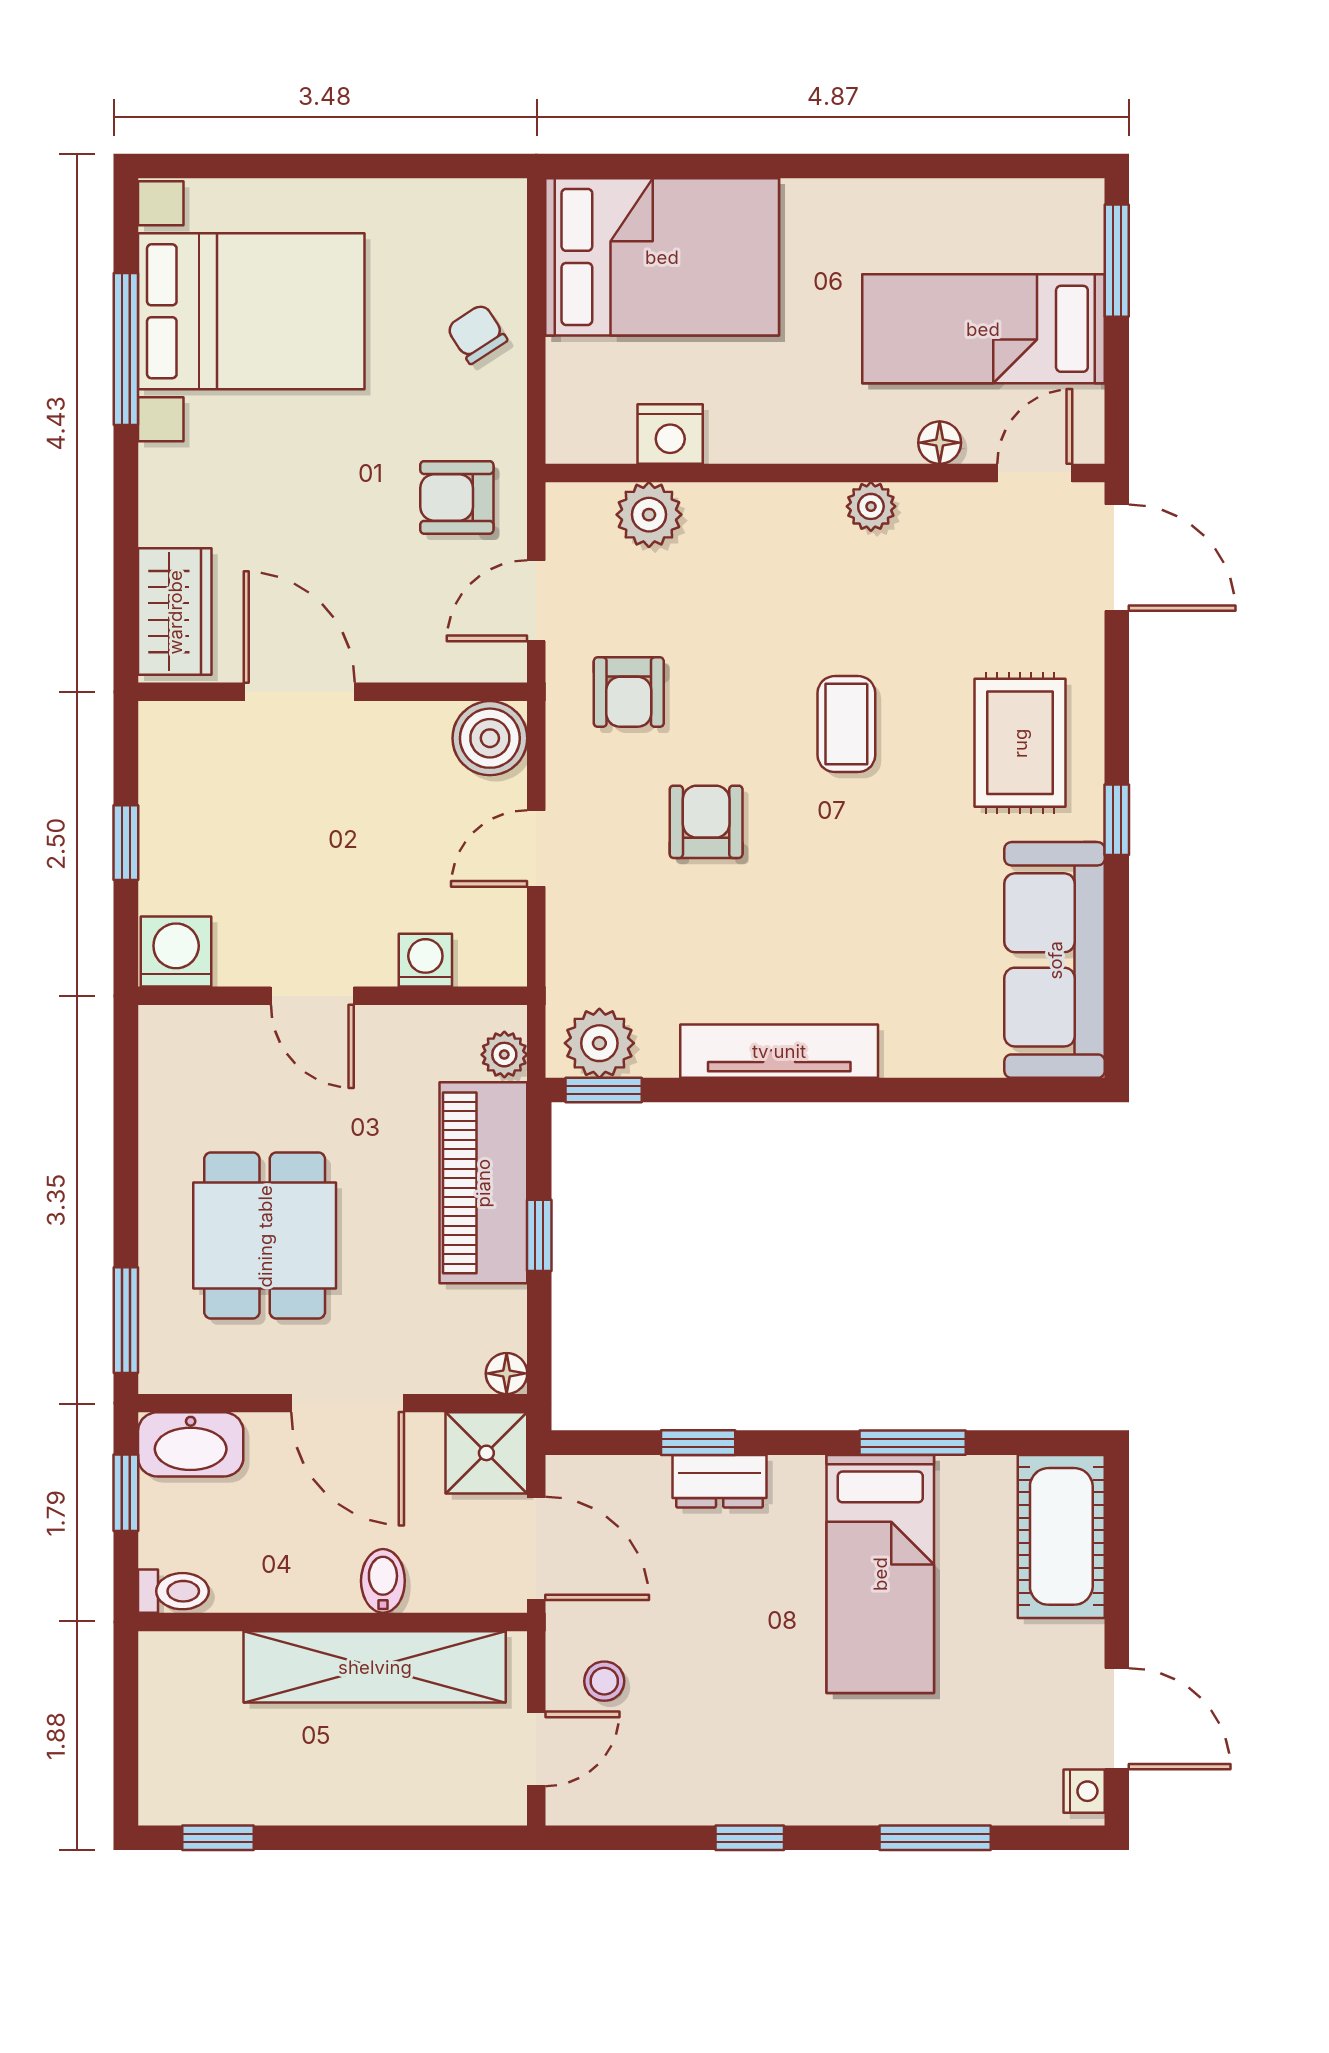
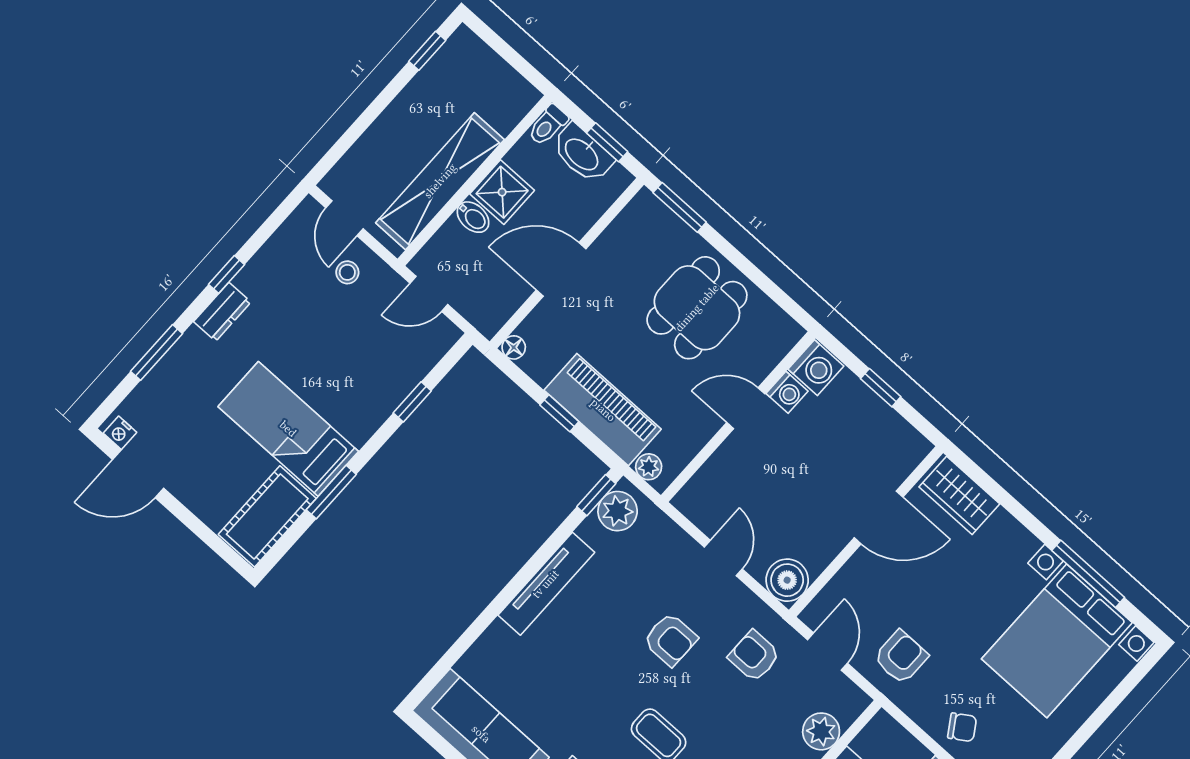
washing machine: (425, 960) -> (787, 392), moved
dining table: (265, 1236) -> (697, 308), moved, turned 90
washbasin: (191, 1444) -> (582, 154), moved, turned -90
shower: (486, 1453) -> (502, 192), moved
dresser: (720, 1481) -> (222, 312), moved, turned 180
cot: (1061, 1536) -> (267, 516), moved, turned 90
door: (536, 1548) -> (429, 294), width x0.73

